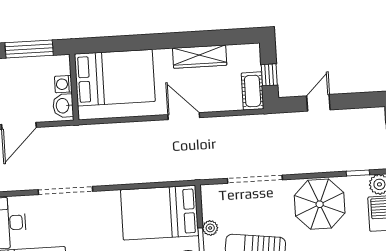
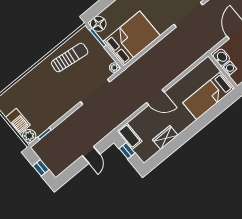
wardrobe: (200, 57) -> (165, 138), width x0.67
bed: (115, 78) -> (209, 95), width x0.67
parasol: (320, 204) -> (52, 103), removed
plant: (210, 228) -> (114, 68), moved

